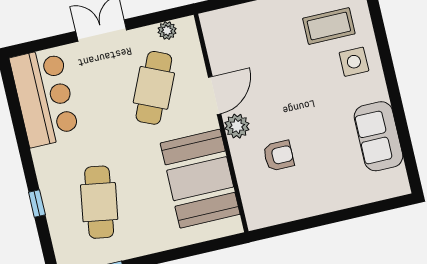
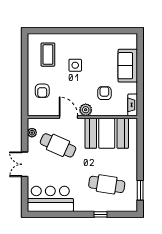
armchair: (255, 32) -> (42, 91), added
side table: (354, 62) -> (75, 65), moved
sofa: (378, 136) -> (128, 66), moved, turned 90
fireplace: (268, 217) -> (133, 105), added

